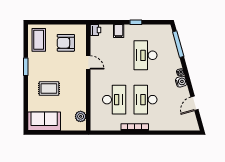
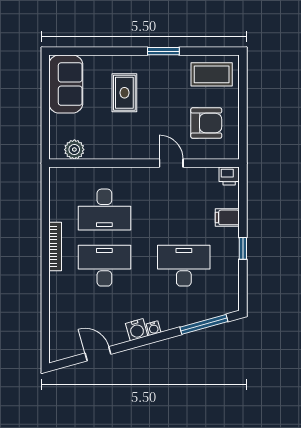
armchair: (66, 43) -> (206, 123), turned 90
door: (88, 62) -> (171, 163), swing flipped

